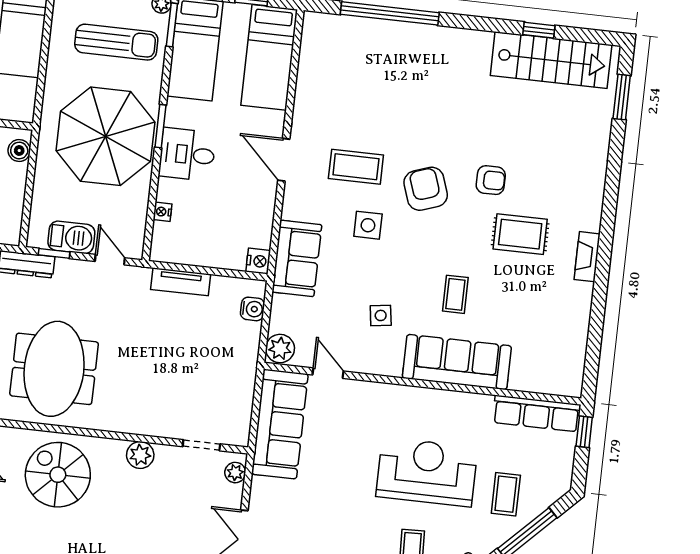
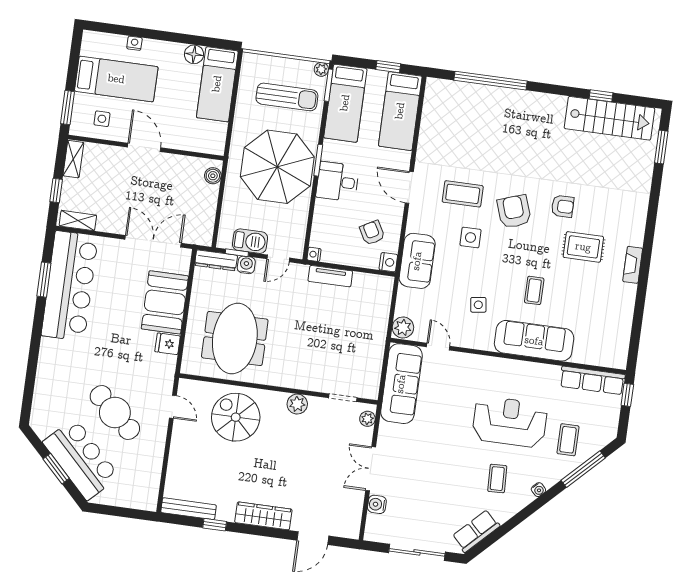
nightstand: (162, 212) -> (314, 254), moved
armchair: (235, 222) -> (372, 233), added
door: (110, 260) -> (278, 258), swing flipped
water cooler: (252, 309) -> (246, 265), moved, turned -90

